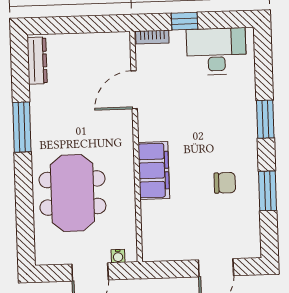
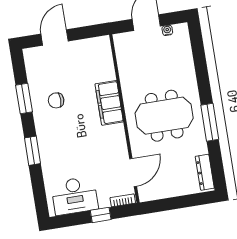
door: (134, 90) -> (133, 173), moved
meeting table: (72, 193) -> (164, 116), moved, turned 90
water cooler: (118, 256) -> (167, 30), moved

